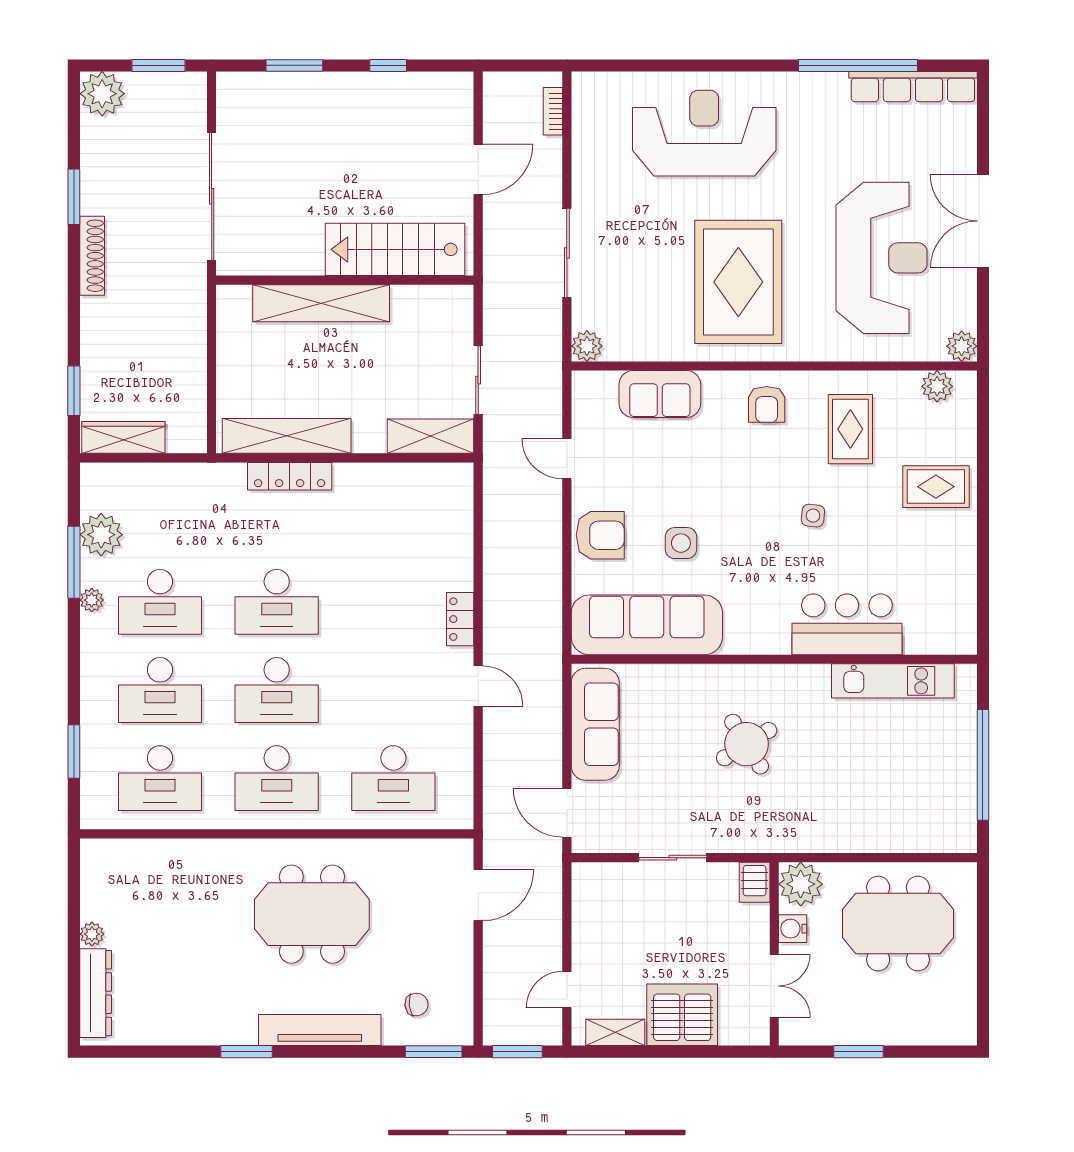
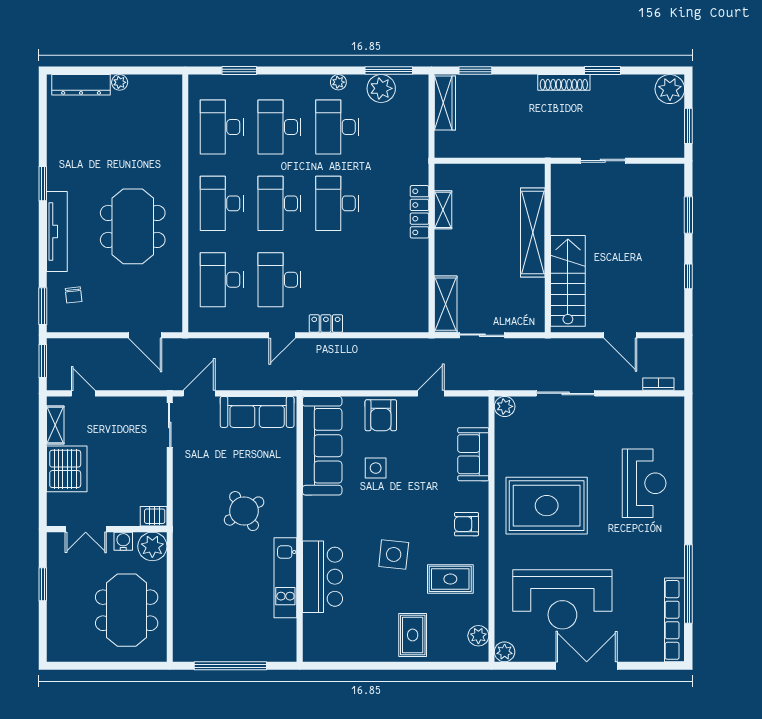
reception desk: (704, 133) -> (644, 483), width x0.74, depth x0.77
sliding door: (212, 196) -> (603, 161), width x0.54
shelving: (287, 436) -> (443, 210), width x0.45, depth x0.75
side table: (813, 516) -> (394, 554), width x1.87, depth x1.87
window: (74, 562) -> (389, 71), moved
kitchen unit: (893, 681) -> (285, 578), moved
desk: (393, 690) -> (279, 280), added
sliding door: (673, 858) -> (170, 425), moved

